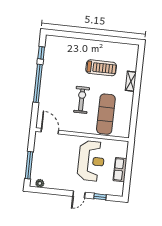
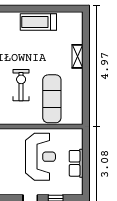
treadmill: (101, 68) -> (38, 22), moved, turned 180

